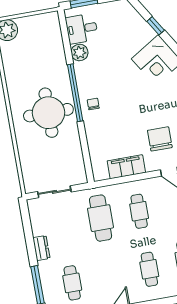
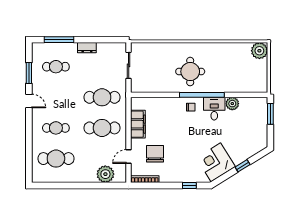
desk: (82, 29) -> (214, 109), moved
round table: (48, 113) -> (190, 72), width x0.73, depth x0.73
chair: (160, 139) -> (155, 154), turned -90
cafe table: (139, 211) -> (102, 128), width x1.37, depth x1.35

